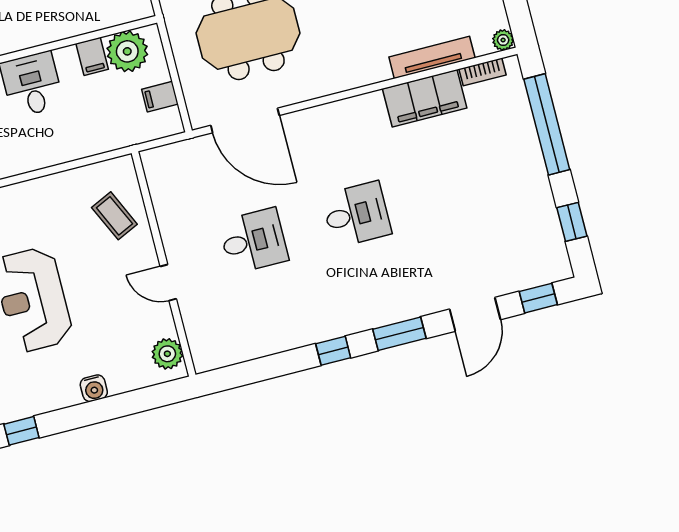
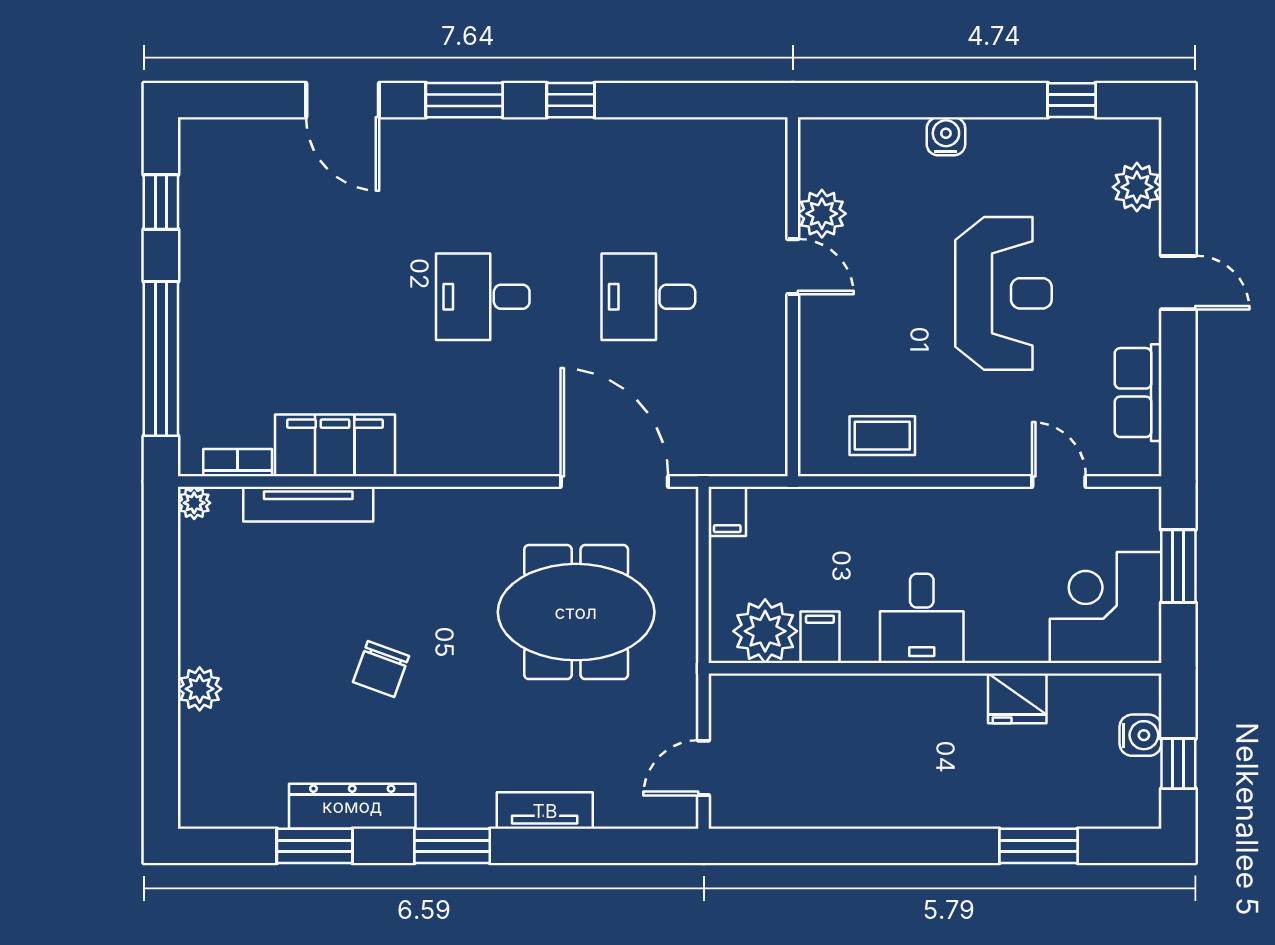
filing cabinet: (160, 97) -> (727, 511), moved, turned 90
coffee table: (114, 216) -> (882, 436), moved, turned -65
window: (538, 298) -> (241, 100), removed
door: (475, 314) -> (343, 100), swing flipped
plant: (167, 354) -> (822, 214), moved

